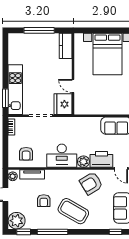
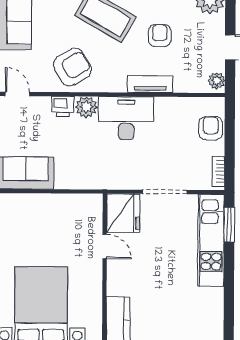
armchair: (26, 154) -> (211, 128), moved
printer: (101, 159) -> (63, 106), width x0.53, depth x0.68
tv unit: (32, 174) -> (150, 84), moved

